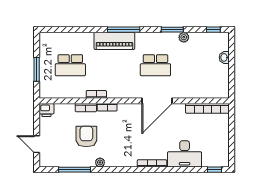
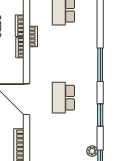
plant: (184, 37) -> (92, 151), moved
piano: (114, 41) -> (88, 55), removed

